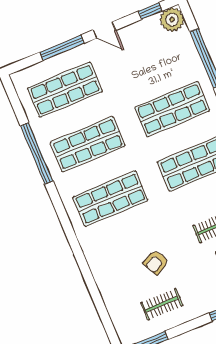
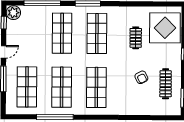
clothes rail: (162, 304) -> (166, 84), width x1.36

